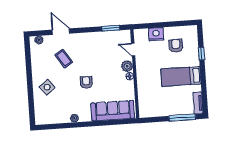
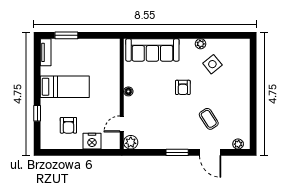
window: (111, 28) -> (177, 152), moved
door: (133, 50) -> (122, 124), swing flipped
plant: (127, 66) -> (131, 142), moved
side table: (47, 87) -> (212, 64), moved
window: (182, 118) -> (66, 35), width x0.69

